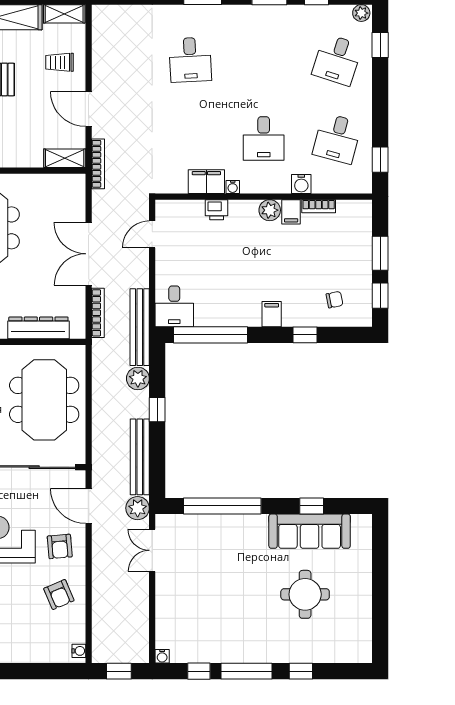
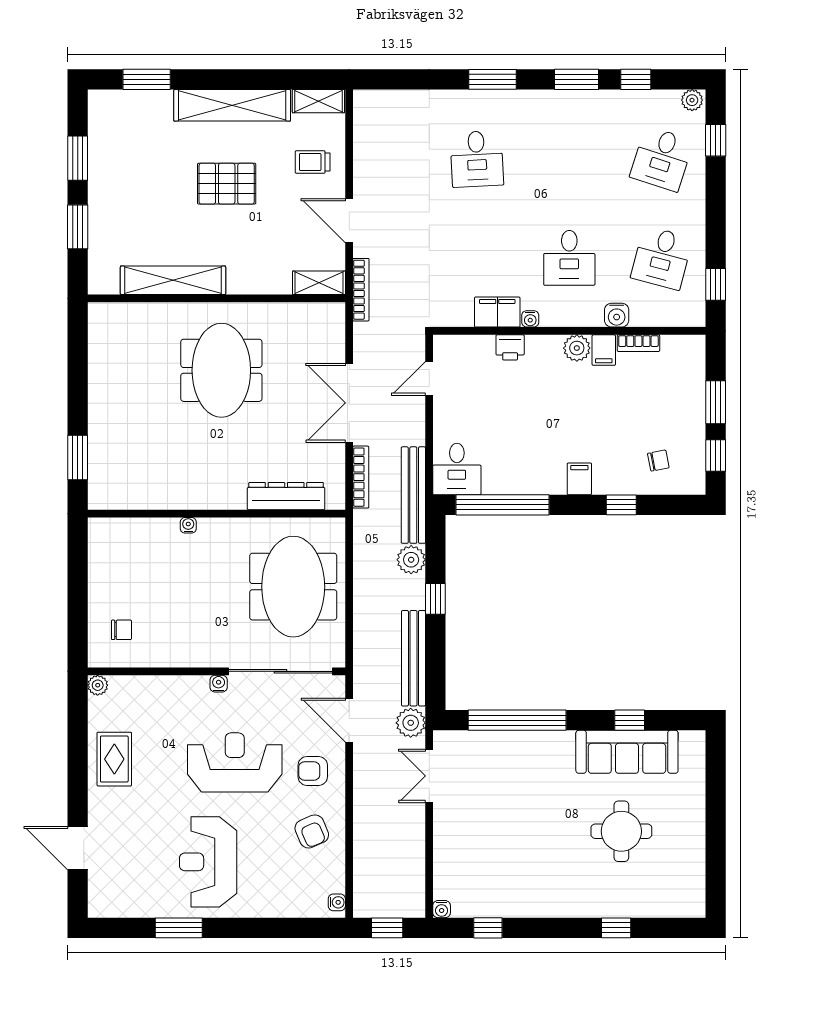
armchair: (60, 546) -> (313, 771), turned 95
window: (246, 671) -> (548, 928), removed

